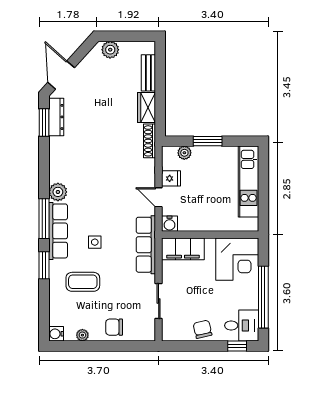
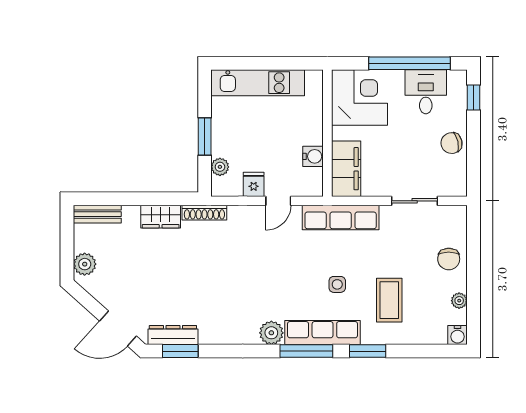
bench: (148, 73) -> (97, 214), moved
water cooler: (169, 224) -> (313, 156), moved
desk: (242, 325) -> (426, 92), moved

